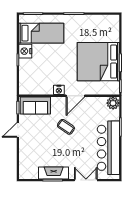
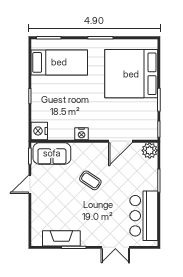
nightstand: (25, 51) -> (39, 131), moved
bed: (98, 62) -> (131, 74), moved
door: (75, 96) -> (120, 141), moved
bar counter: (108, 148) -> (144, 216), width x0.73
fireplace: (54, 173) -> (61, 238), moved
double door: (86, 180) -> (115, 247), swing flipped

